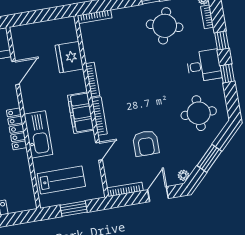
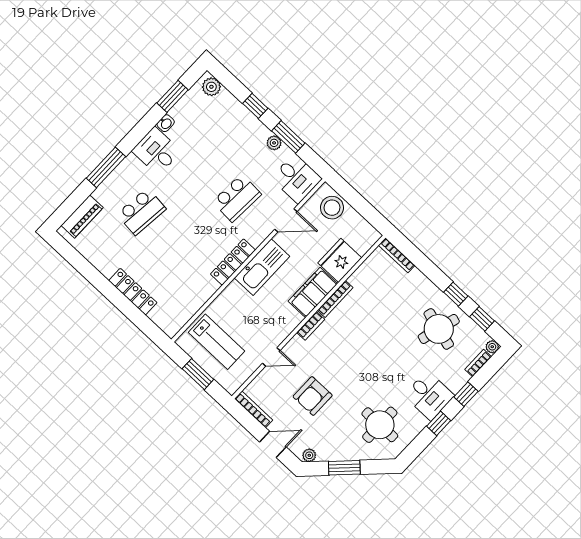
stool: (30, 36) -> (332, 208), added
filing cabinet: (81, 113) -> (313, 292), moved
bookcase: (99, 116) -> (311, 326), width x0.64
kitchen sink: (38, 134) -> (262, 267), moved

